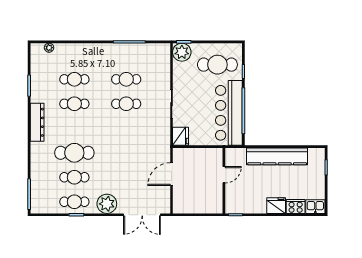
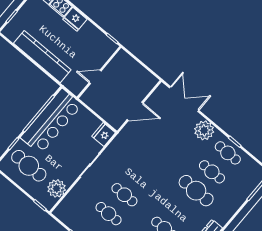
plant: (182, 52) -> (57, 188), moved

